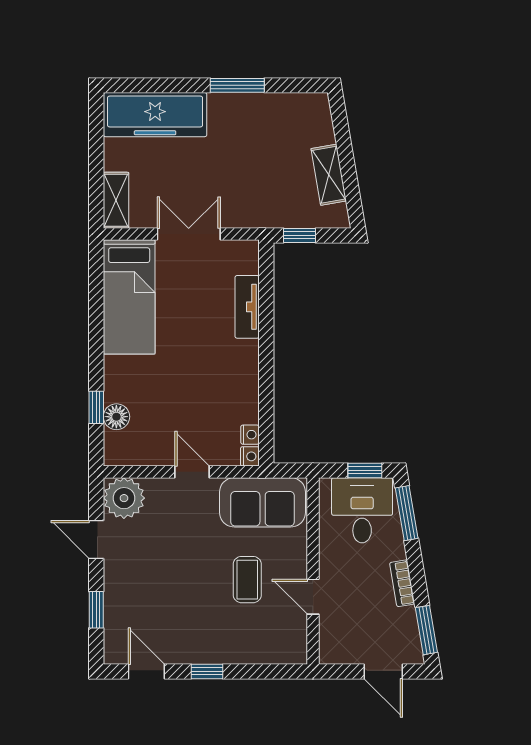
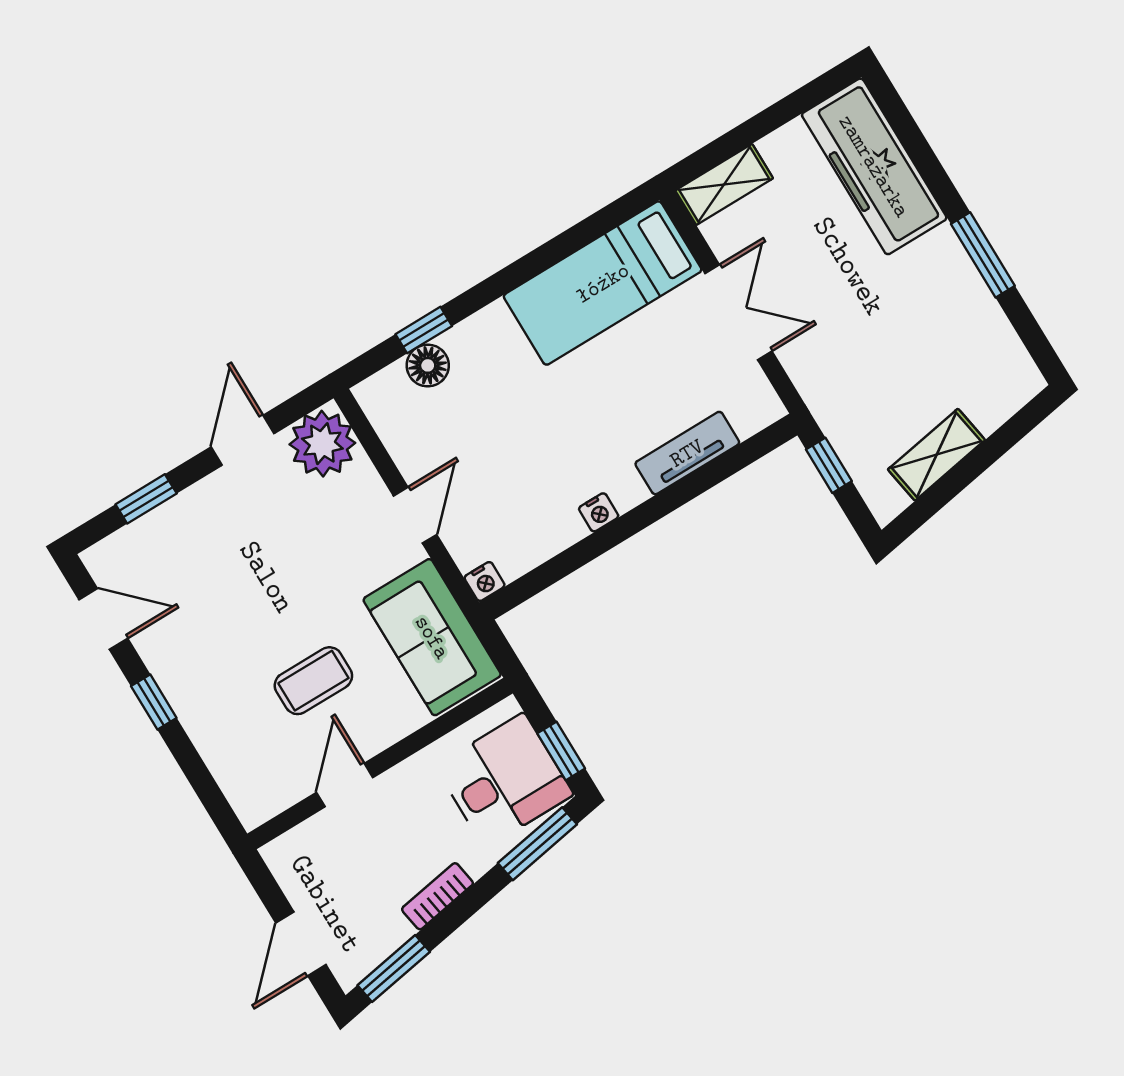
nightstand: (250, 435) -> (599, 512), moved
door: (146, 671) -> (103, 619), hinge flipped

